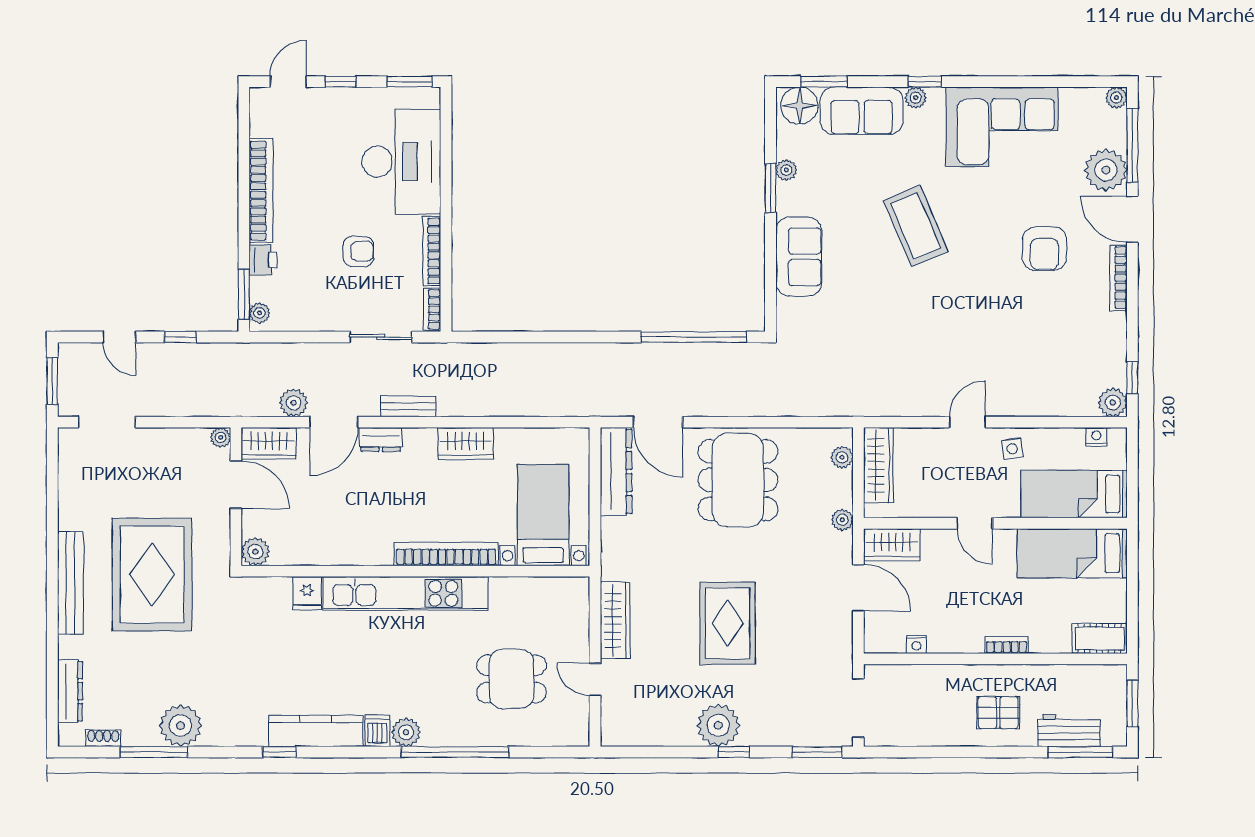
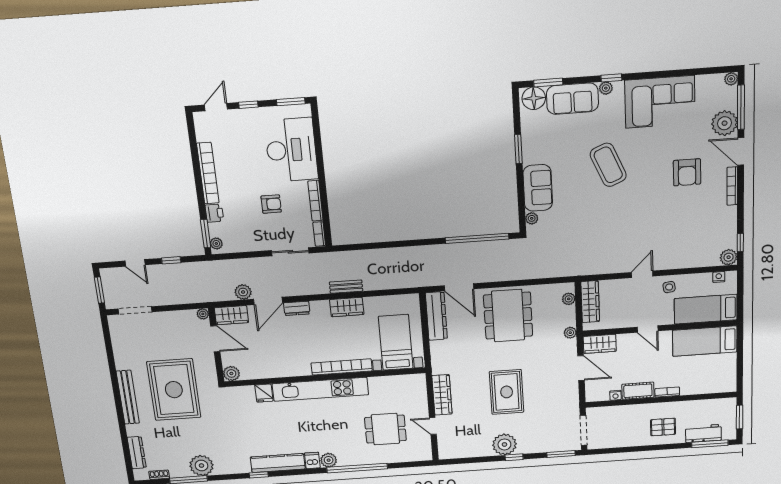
plant: (786, 170) -> (532, 218), moved
bench: (408, 406) -> (346, 287), moved
cot: (1100, 639) -> (638, 391), moved

